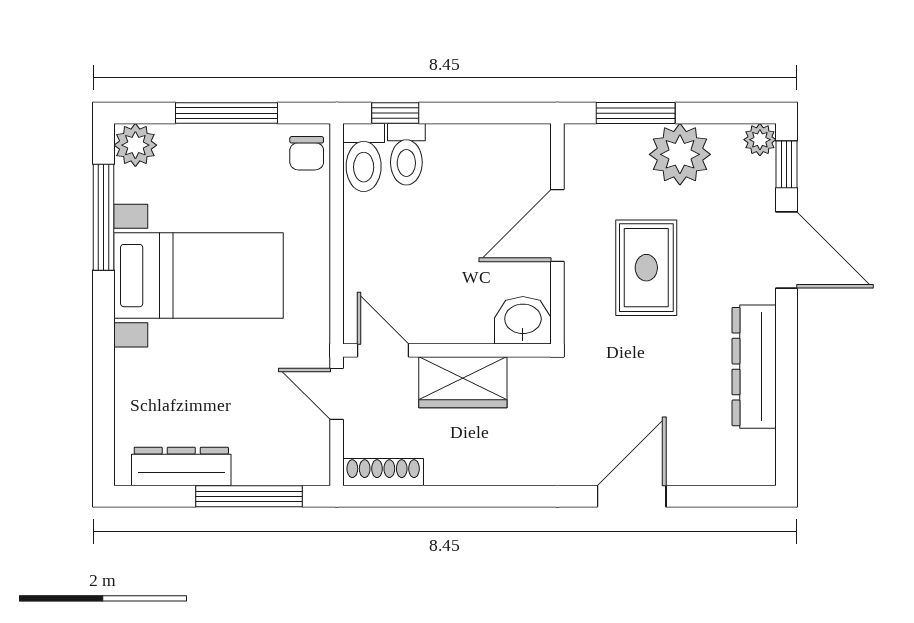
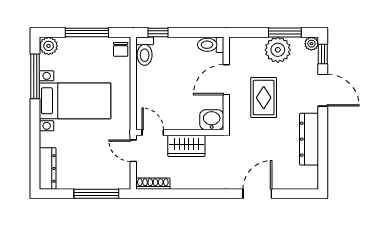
window: (636, 113) -> (285, 32), moved
toilet: (406, 154) -> (211, 45), moved, turned 90
dresser: (181, 466) -> (48, 168), moved, turned 90

